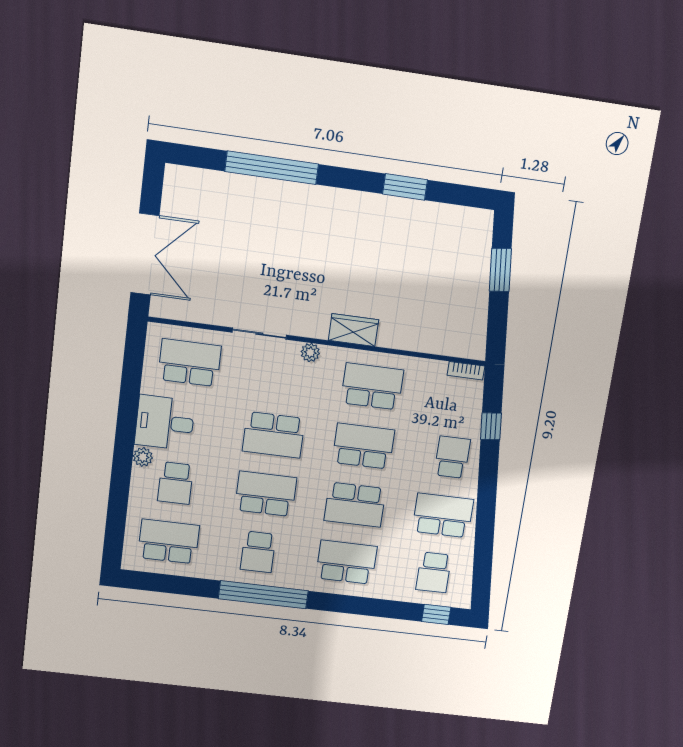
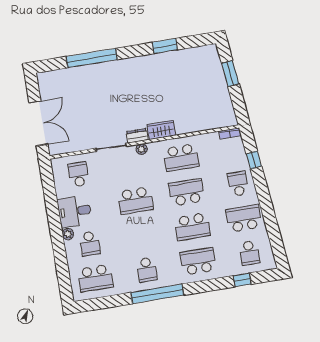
dresser: (310, 327) -> (137, 136), added
school desk: (190, 363) -> (78, 174), width x0.54
school desk: (372, 386) -> (181, 158), turned 180
school desk: (266, 494) -> (141, 235), removed
school desk: (169, 541) -> (95, 278), turned 180
window: (436, 614) -> (242, 280), moved

